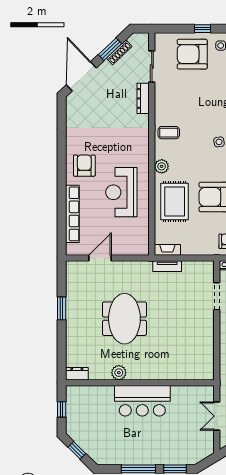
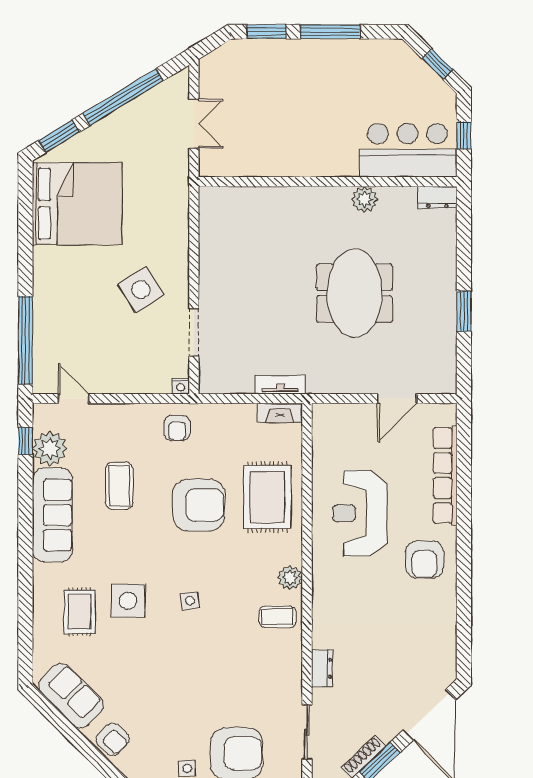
dresser: (143, 98) -> (322, 668), width x0.70
plant: (162, 166) -> (290, 578), moved
reception desk: (121, 192) -> (360, 513), turned 180
bar counter: (142, 401) -> (407, 150), moved

